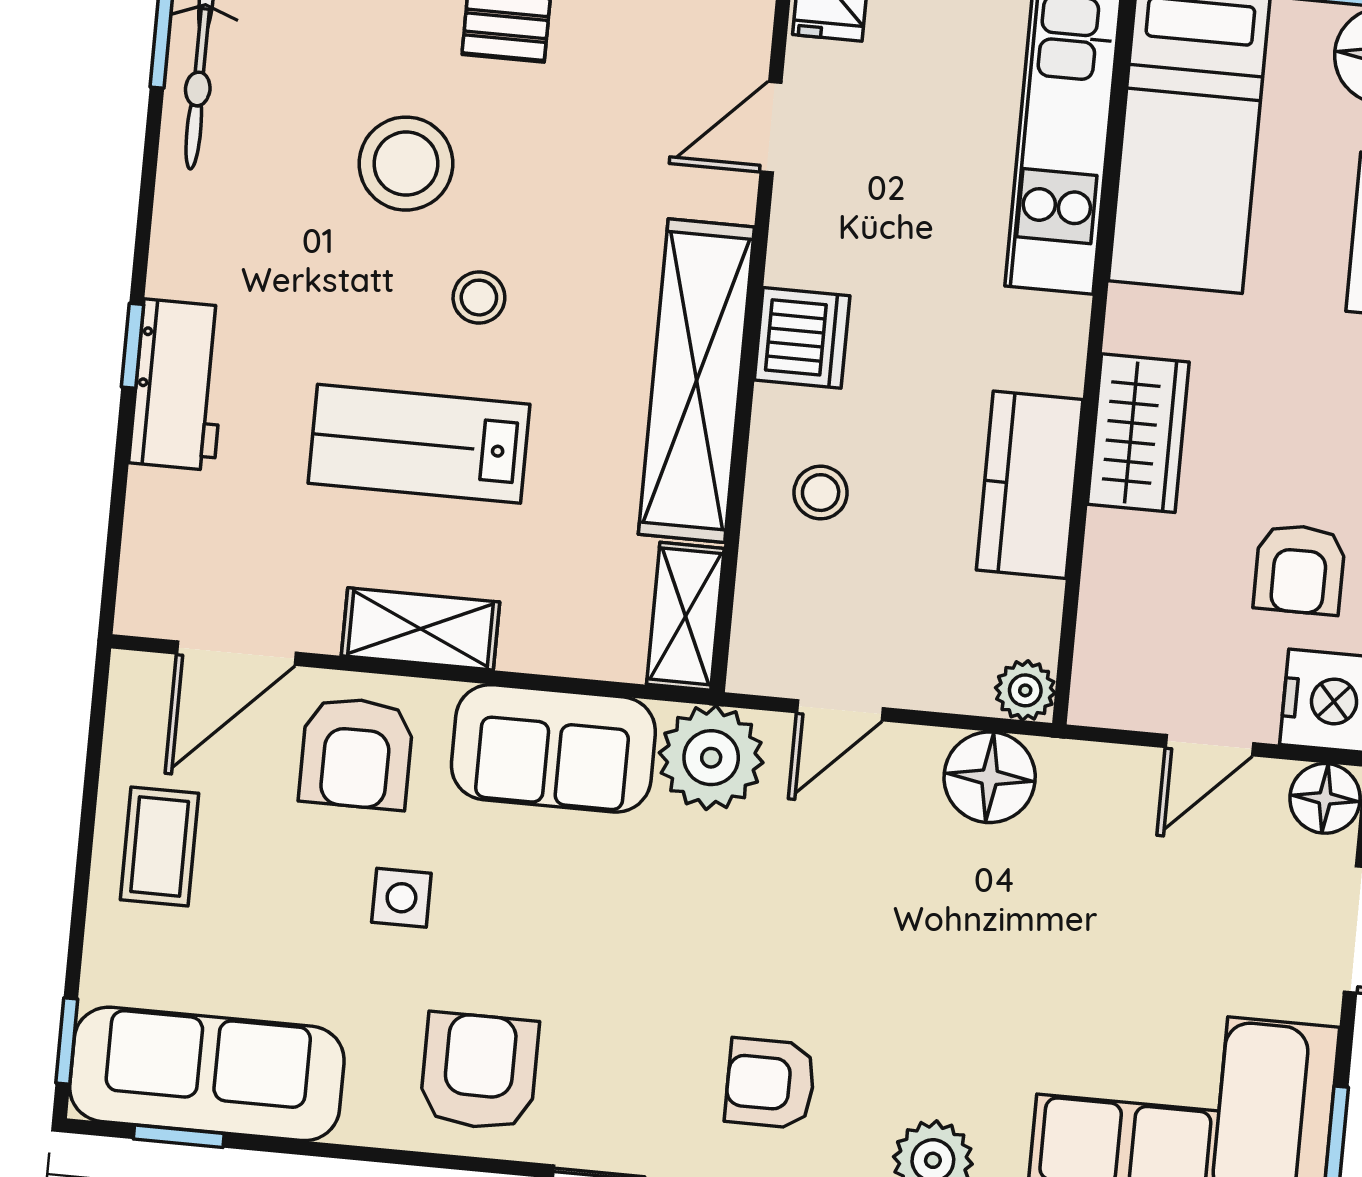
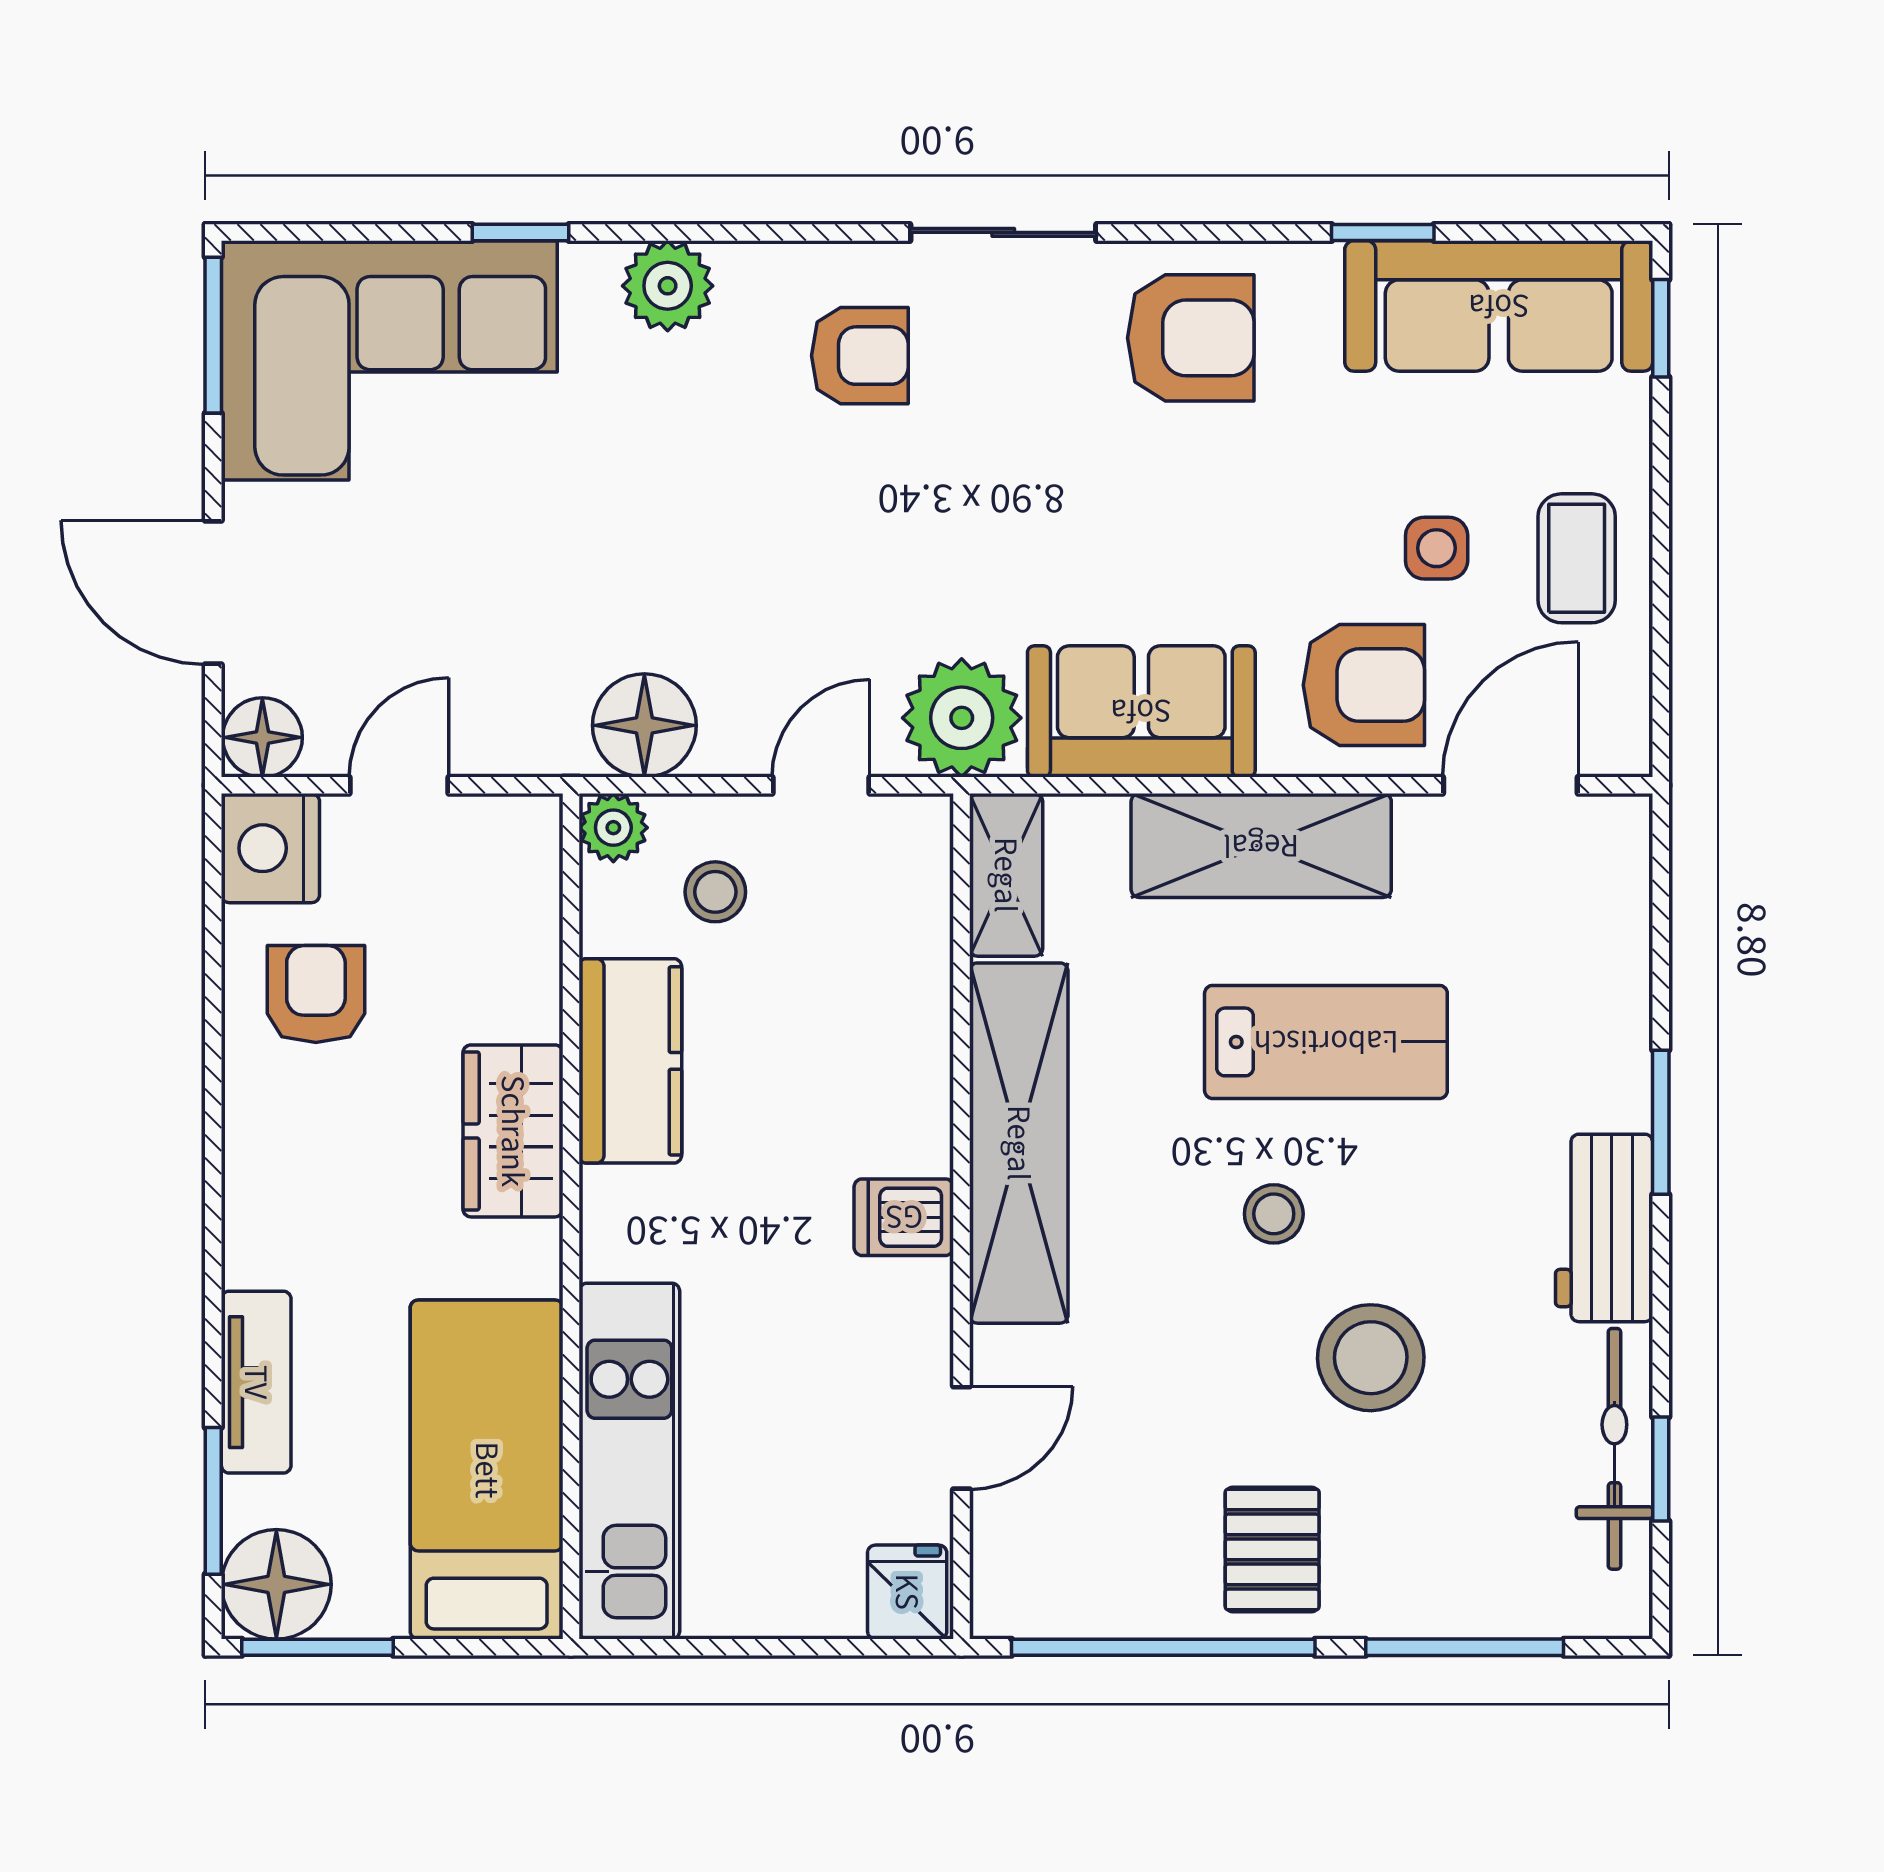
dishwasher: (802, 338) -> (904, 1217), width x0.73
window: (133, 346) -> (1661, 1122), width x1.50
workbench: (179, 385) -> (1604, 1228), moved
stool: (821, 493) -> (715, 892), moved
shelving: (420, 629) -> (1261, 846), width x1.50, depth x1.33
armchair: (356, 753) -> (1364, 685), turned 90
side table: (401, 898) -> (1437, 548), moved
armchair: (479, 1071) -> (1191, 338), turned -90
window: (179, 1136) -> (1383, 232), moved

